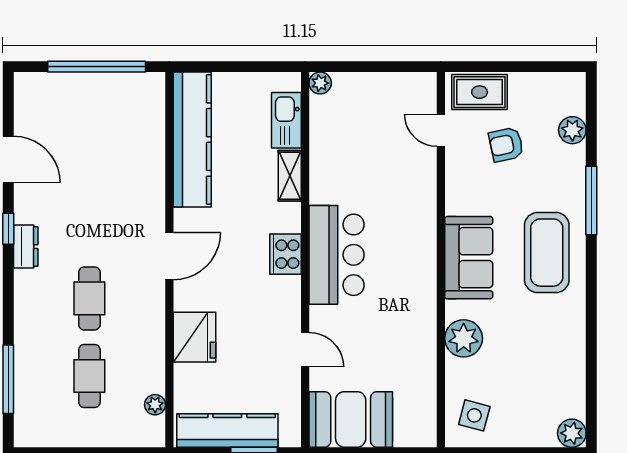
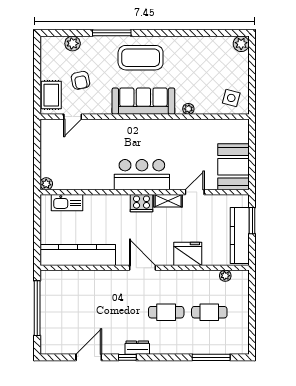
shelving: (290, 176) -> (168, 201), moved
sofa: (469, 258) -> (143, 101), width x1.36
plant: (464, 338) -> (188, 109), width x0.53, depth x0.53

